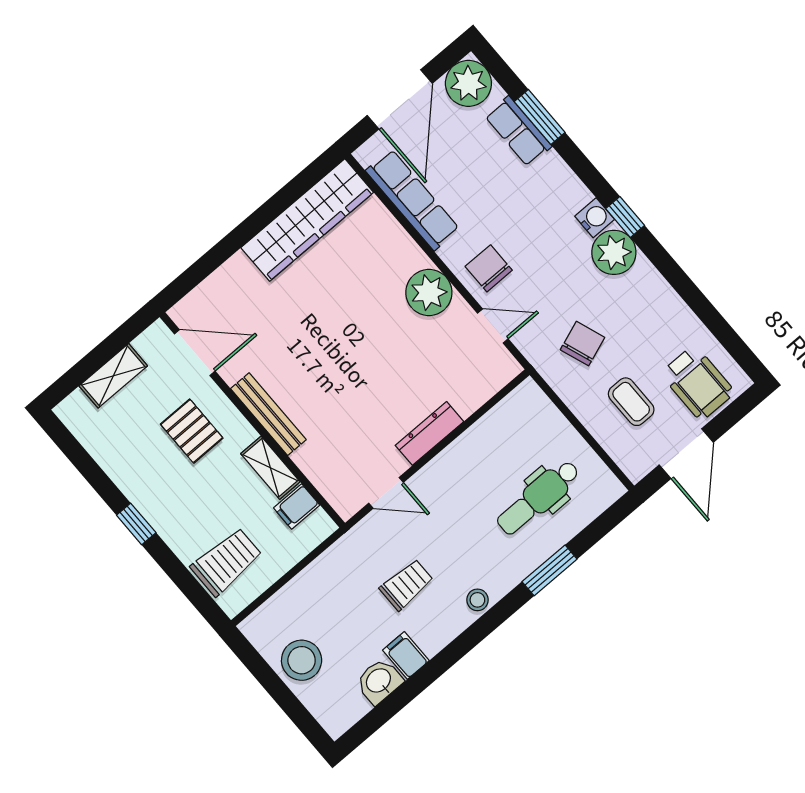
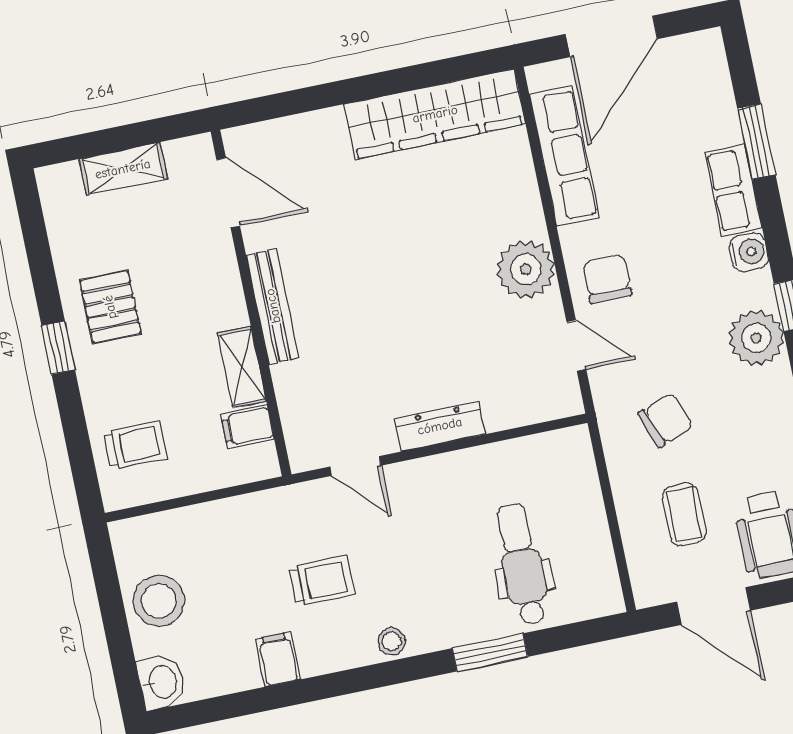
plant: (468, 83) -> (698, 61), removed
row of seats: (518, 131) -> (733, 190), moved
water cooler: (595, 218) -> (749, 252), moved
pallet: (192, 431) -> (110, 307), moved
door: (686, 454) -> (714, 606), hinge flipped
dental chair: (538, 498) -> (522, 564), turned 90
trolley: (226, 562) -> (136, 445), width x0.73, depth x0.72
washbasin: (379, 681) -> (162, 682), moved, turned 90

